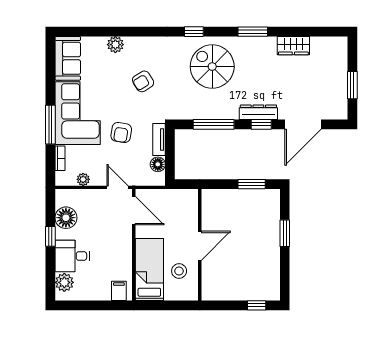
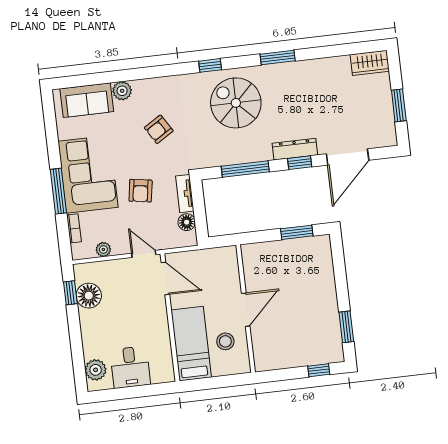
wardrobe: (293, 46) -> (370, 63), moved
sofa: (68, 58) -> (87, 100), moved, turned 90
window: (285, 233) -> (346, 327), moved
window: (50, 236) -> (70, 293), moved
desk: (72, 256) -> (130, 367), moved, turned -90
filing cabinet: (119, 291) -> (159, 372), removed

